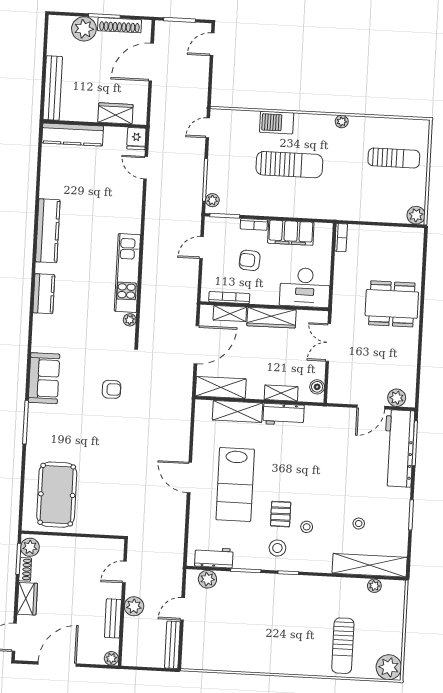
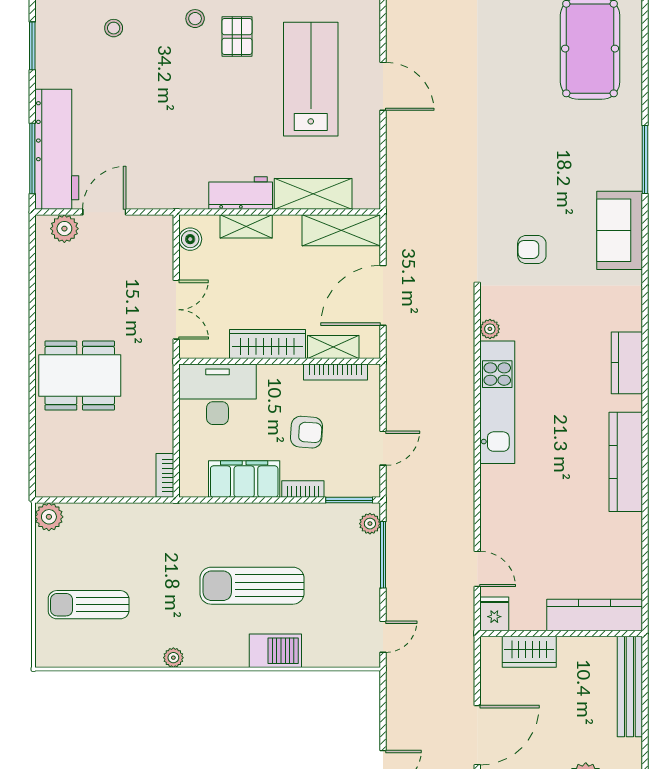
armchair: (112, 389) -> (532, 249), moved

